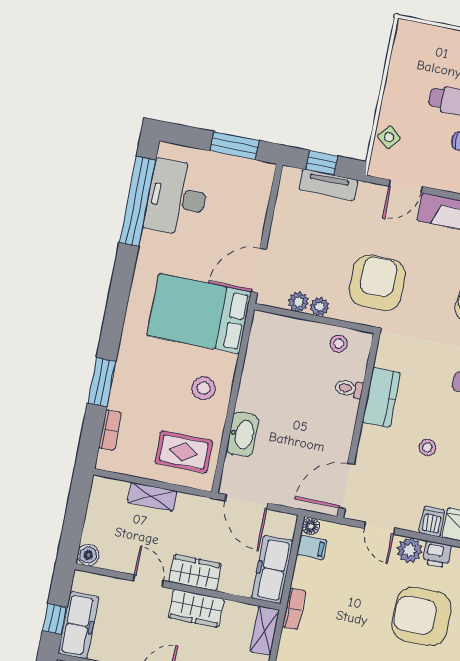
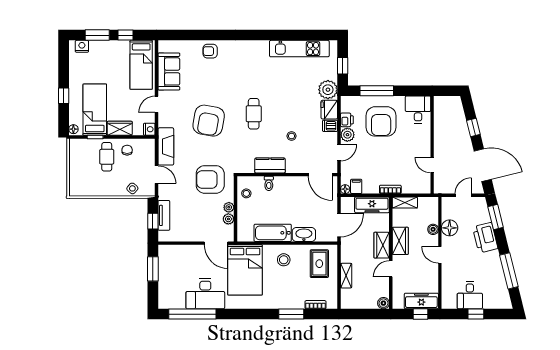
desk: (177, 198) -> (205, 294), moved
bathtub: (257, 378) -> (273, 233), added

